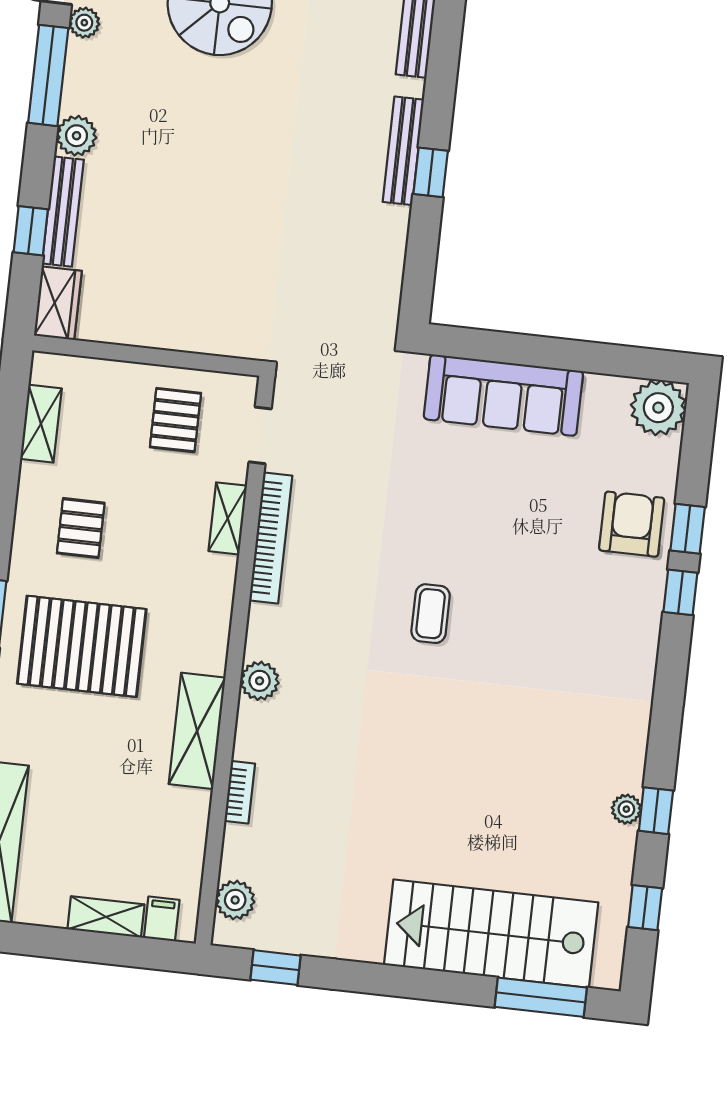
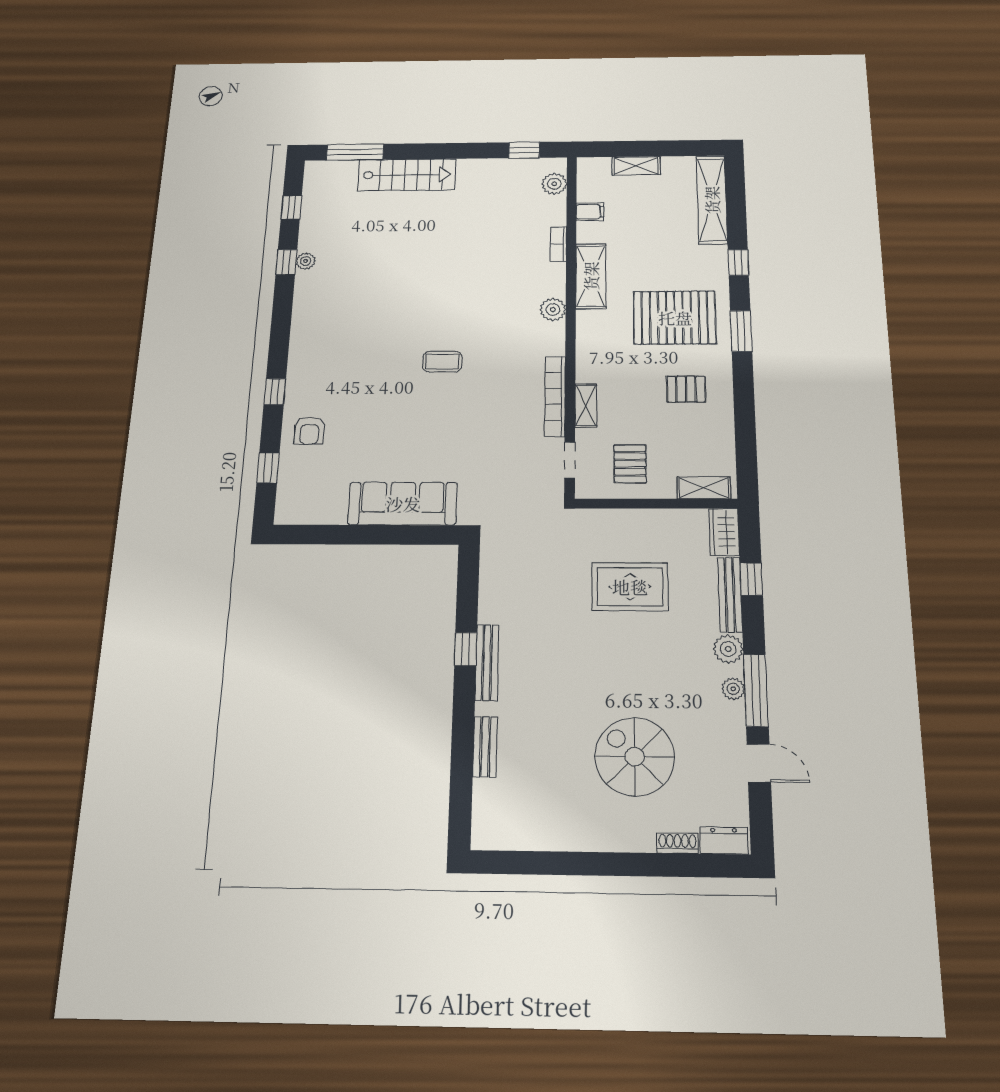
plant: (84, 23) -> (733, 689), moved
rug: (197, 238) -> (630, 587), added
plant: (658, 408) -> (294, 507), removed
shelving: (41, 424) -> (704, 488), moved, turned 90
armchair: (632, 524) -> (309, 431), width x0.72, depth x0.72
pallet: (81, 528) -> (686, 389), turned 90
window: (688, 529) -> (268, 468), moved
coffee table: (431, 614) -> (442, 362), turned 90
filing cabinet: (162, 919) -> (590, 212), moved, turned -90
stairs: (491, 934) -> (407, 175), width x0.73, depth x0.66

